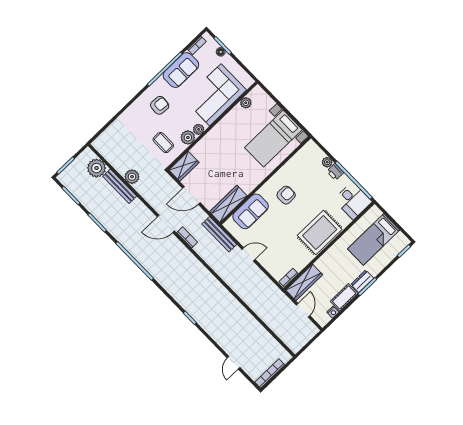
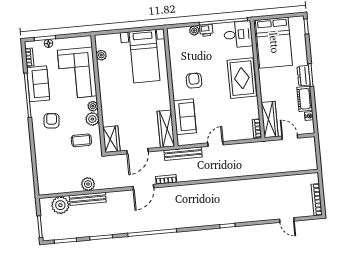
bed: (374, 239) -> (274, 43), width x1.50

